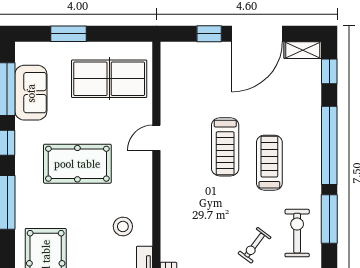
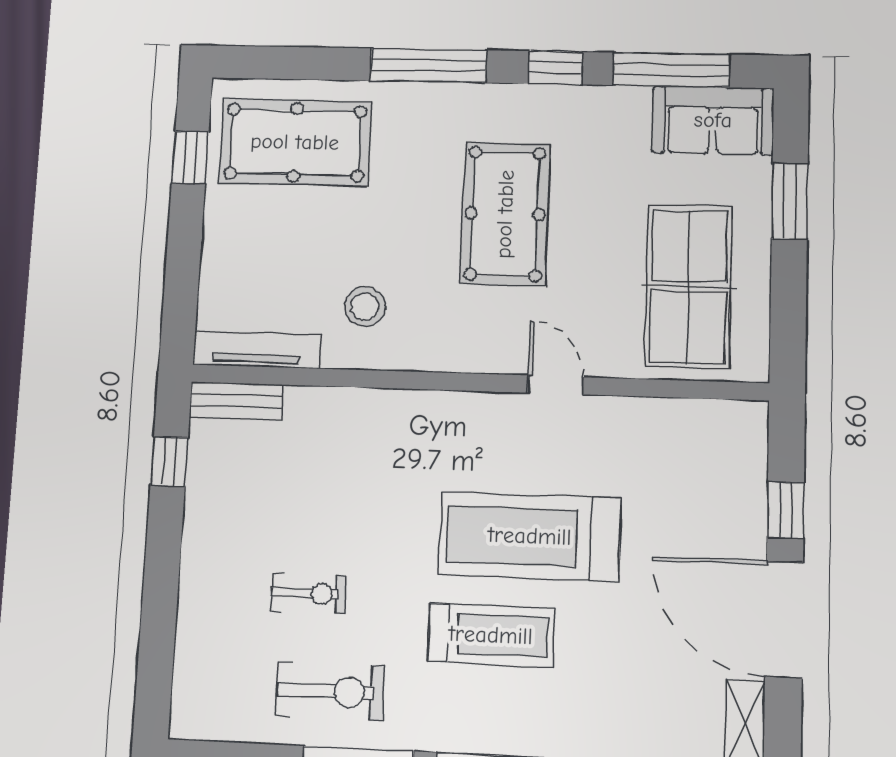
sofa: (31, 93) -> (713, 120), moved
treadmill: (225, 147) -> (530, 536), width x1.37, depth x1.38
exercise bike: (254, 245) -> (309, 593), turned 143

